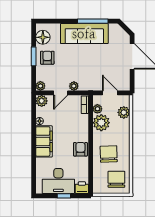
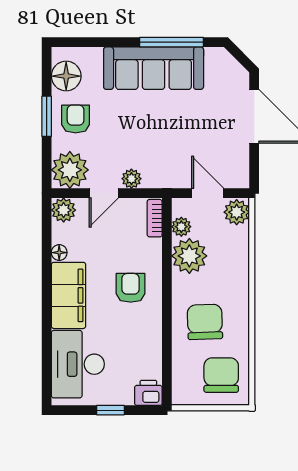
plant: (40, 86) -> (70, 170), width x1.87, depth x1.87
plant: (124, 112) -> (237, 212), moved
armchair: (80, 149) -> (131, 288), moved
desk: (58, 181) -> (78, 364), moved, turned 90

